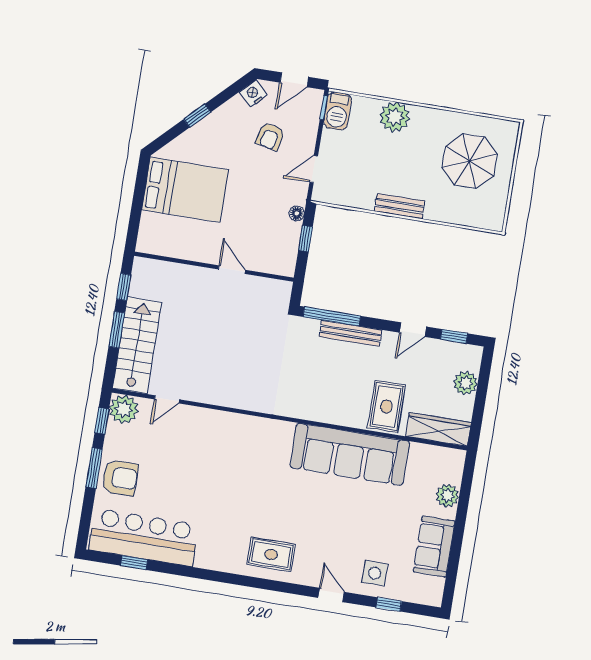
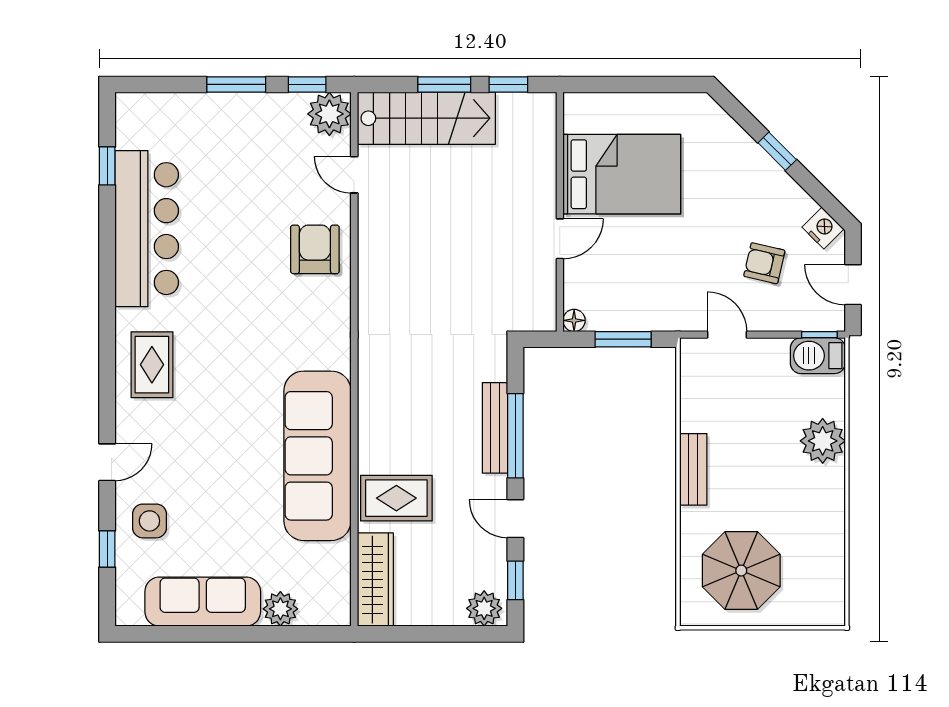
parasol: (470, 161) -> (741, 571), moved
bed: (185, 190) -> (622, 174), moved, turned -90
floor lamp: (297, 213) -> (574, 320), moved
window: (305, 239) -> (623, 339), width x1.50
window: (332, 316) -> (515, 436), moved
plant: (466, 383) -> (484, 608), moved
armchair: (120, 478) -> (315, 249), moved, turned 180
bar counter: (144, 537) -> (147, 229), moved
sofa: (434, 547) -> (203, 602), width x1.36

